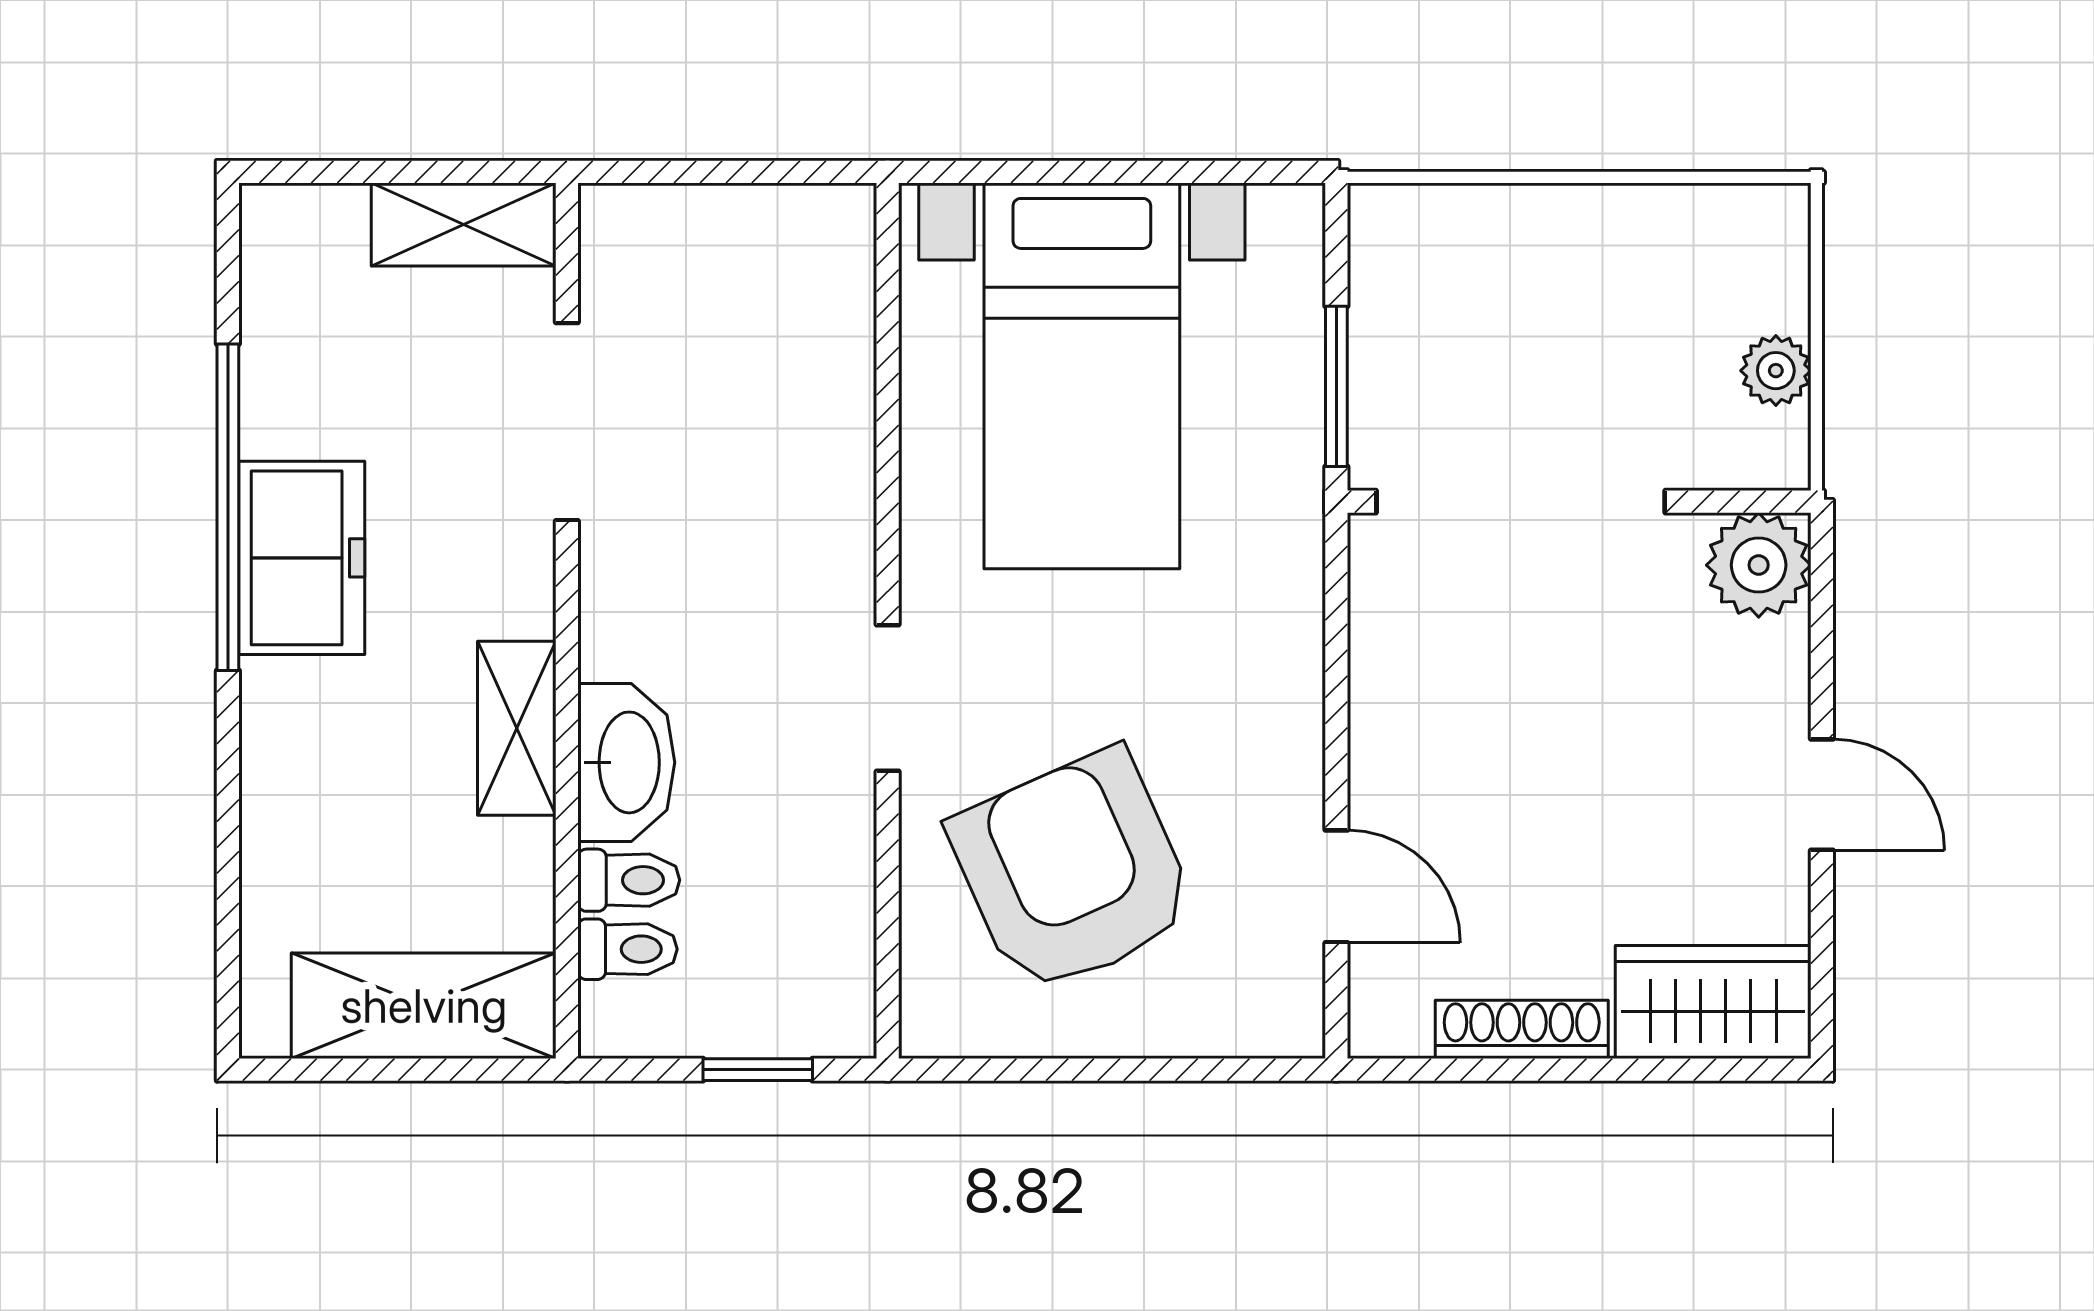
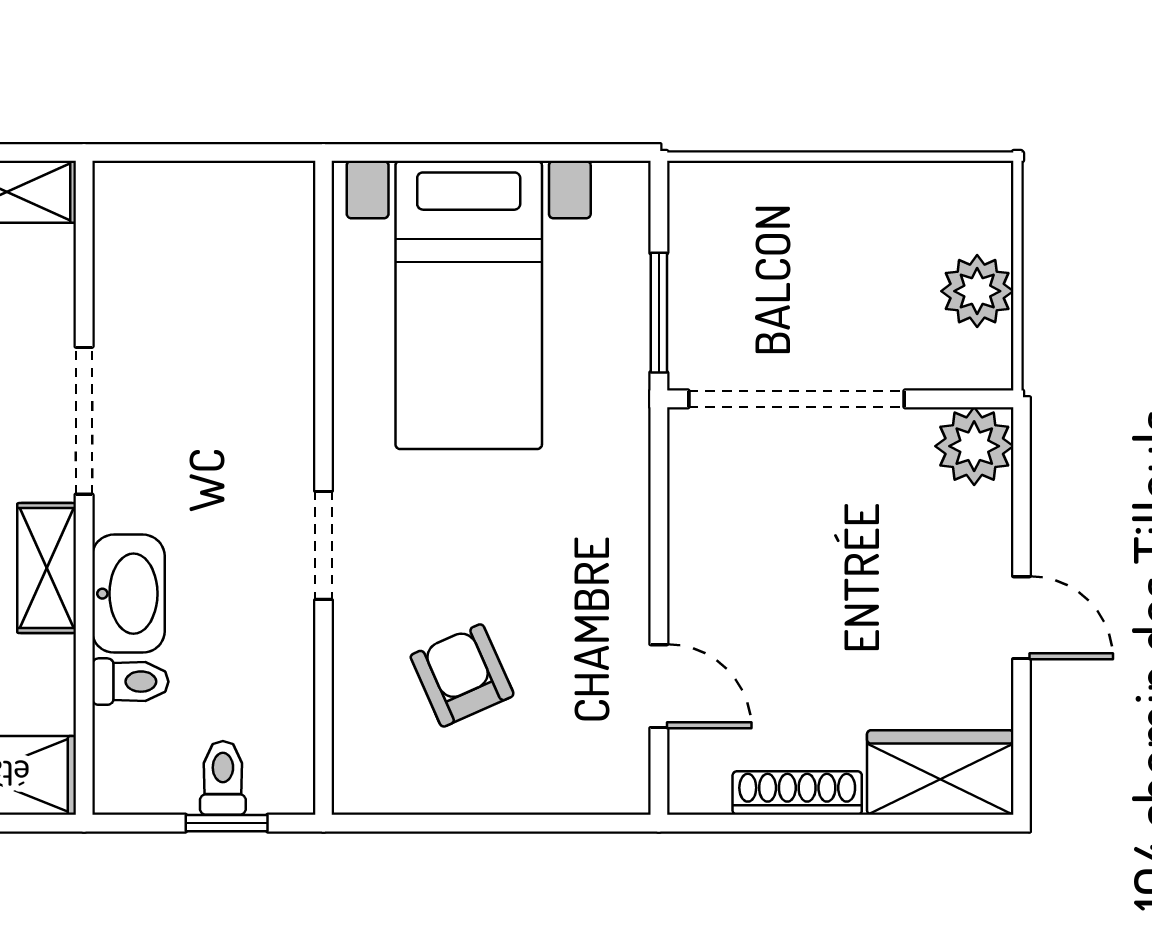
plant: (1776, 371) -> (977, 291), width x1.38, depth x1.38
doorway: (567, 422) -> (84, 421), moved
armchair: (1073, 872) -> (462, 675), width x0.53, depth x0.53
toilet: (627, 949) -> (223, 778), moved, turned -90

